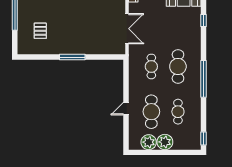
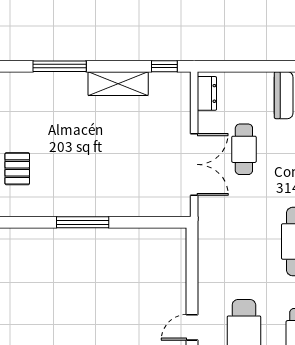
cafe table: (151, 66) -> (244, 149), moved

